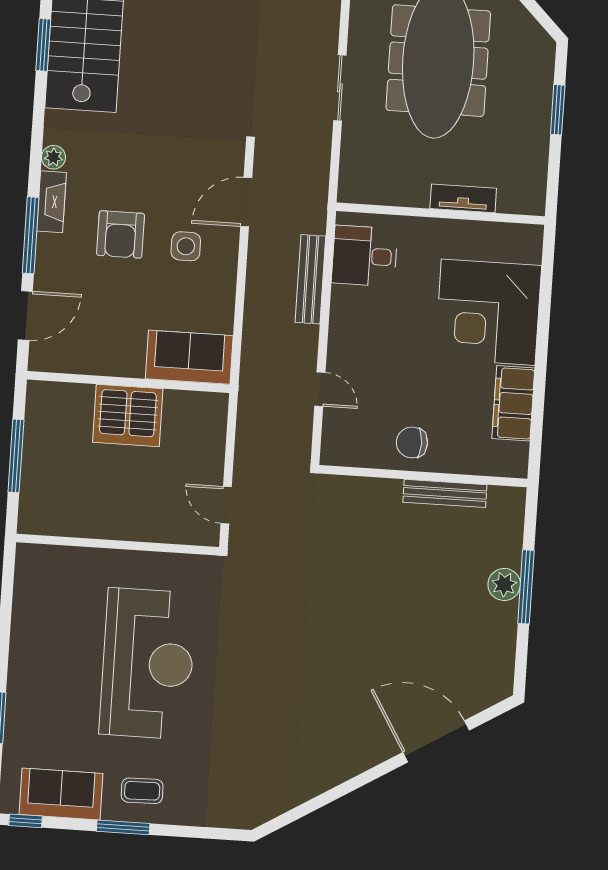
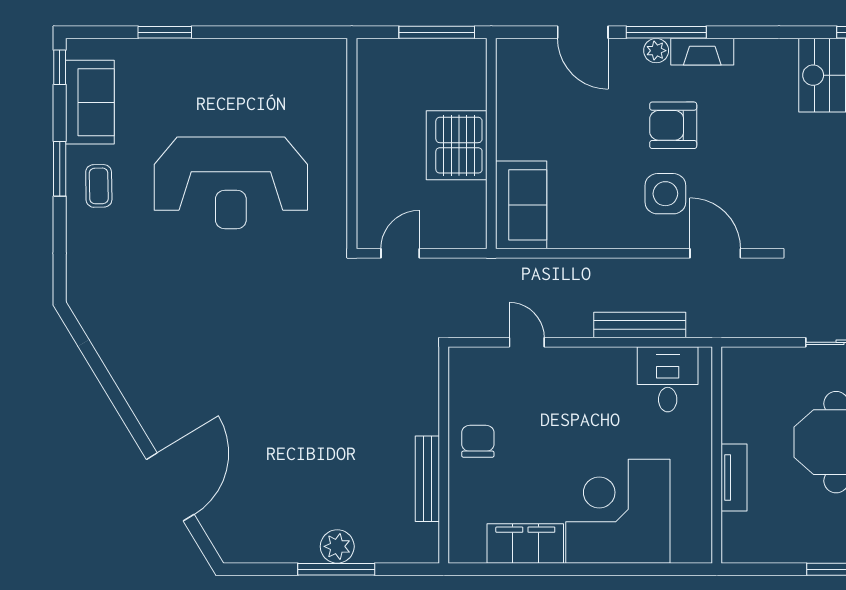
plant: (53, 157) -> (656, 51), moved
side table: (186, 246) -> (665, 194), width x1.37, depth x1.37
sofa: (189, 357) -> (521, 205), moved
wall: (128, 382) -> (491, 143), moved
door: (320, 389) -> (527, 342), swing flipped
server rack: (128, 415) -> (457, 145), moved

